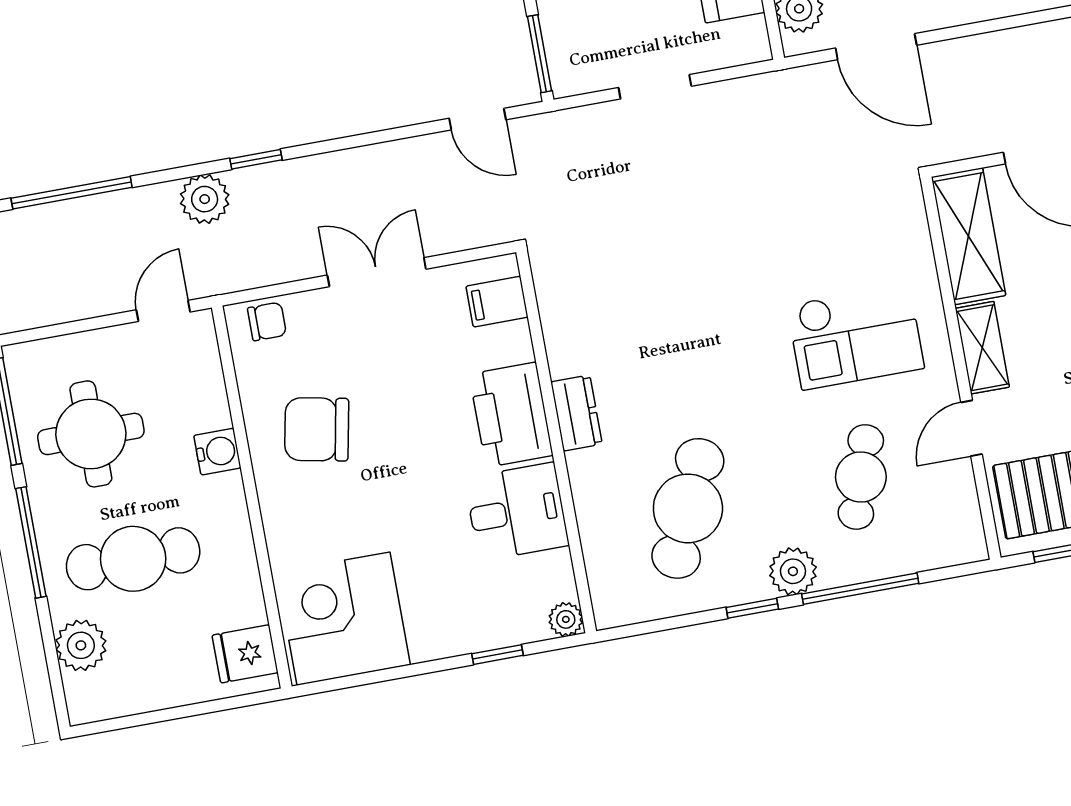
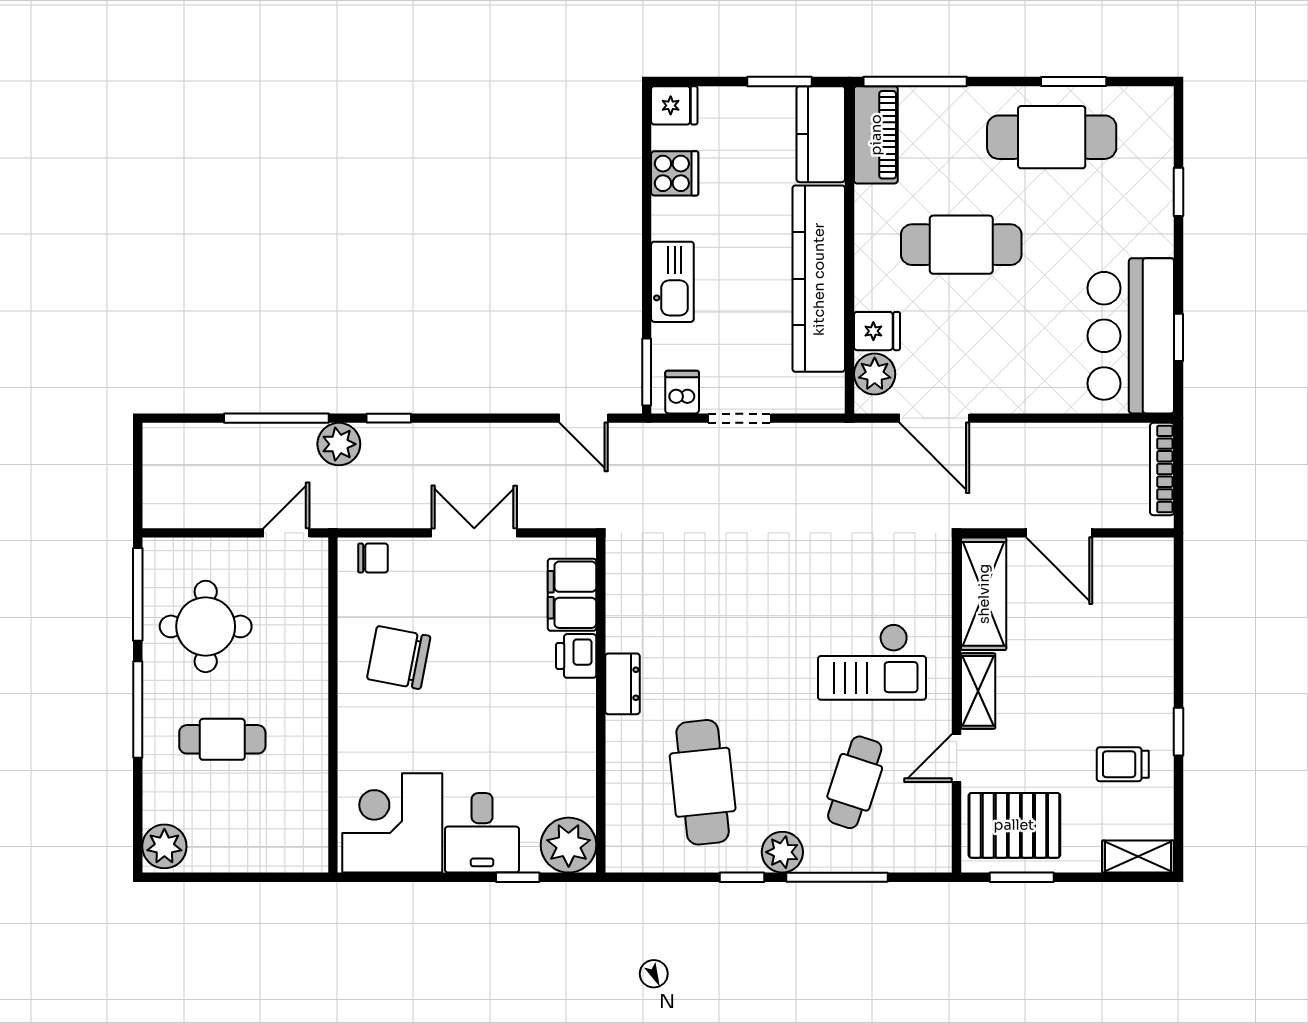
dishwasher: (584, 69) -> (682, 392), added
window: (72, 193) -> (276, 418), moved
filing cabinet: (497, 302) -> (572, 595), width x2.00
printer: (511, 415) -> (576, 656), width x0.53, depth x0.68
water cooler: (217, 452) -> (311, 661), removed
cafe table: (688, 508) -> (703, 782), turned -30
desk: (517, 512) -> (482, 833), moved, turned 90
cafe table: (133, 559) -> (222, 739), width x0.73, depth x0.74
plant: (566, 619) -> (569, 845), width x1.88, depth x1.88
plant: (81, 645) -> (164, 846), moved
fridge: (245, 654) -> (303, 838), removed

